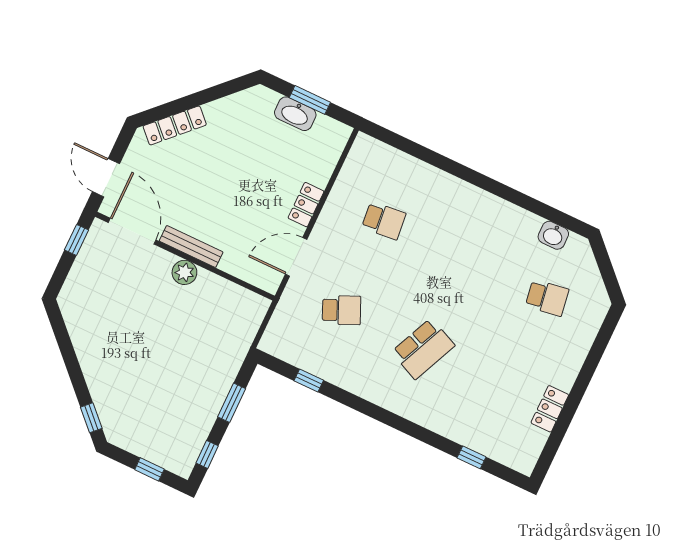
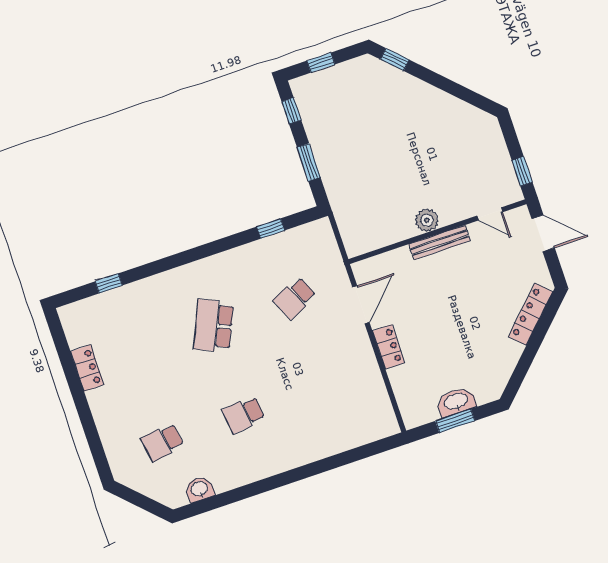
school desk: (384, 221) -> (244, 415), moved
door: (132, 231) -> (490, 214), width x0.53

